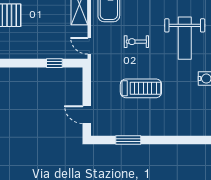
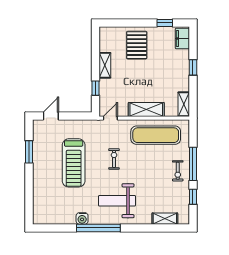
shelving: (28, 52) -> (105, 65), added
treadmill: (141, 88) -> (74, 163), width x1.37, depth x1.38

